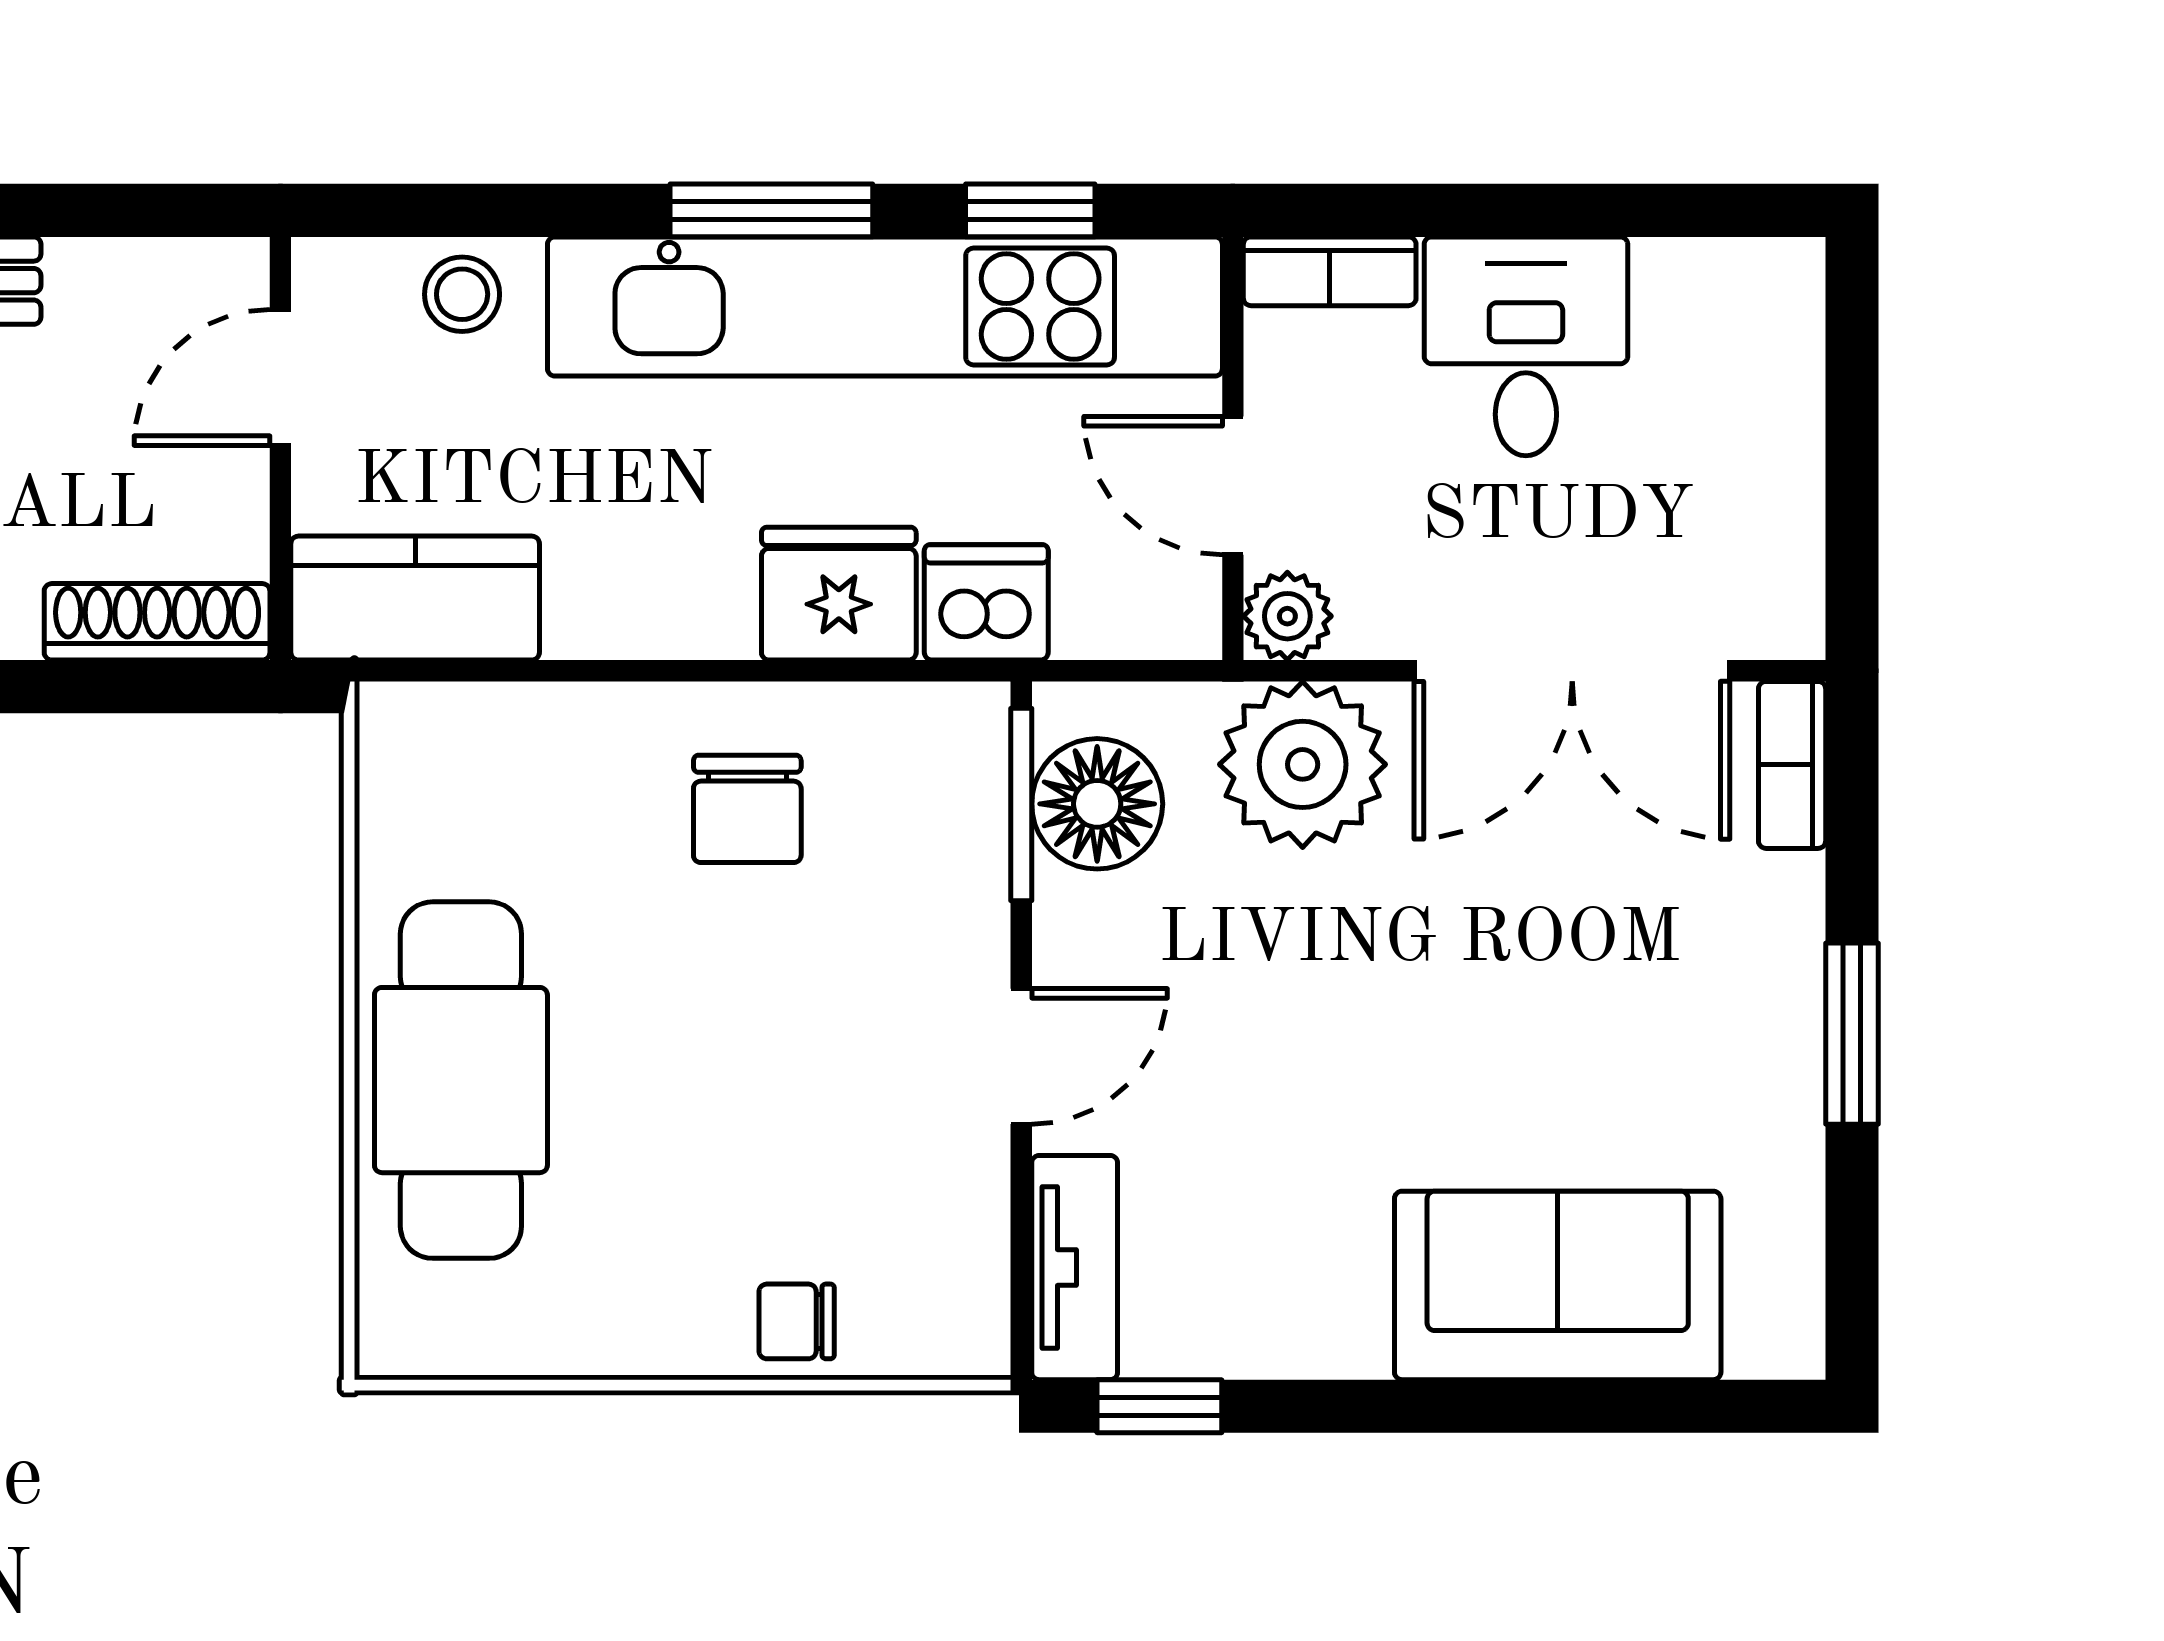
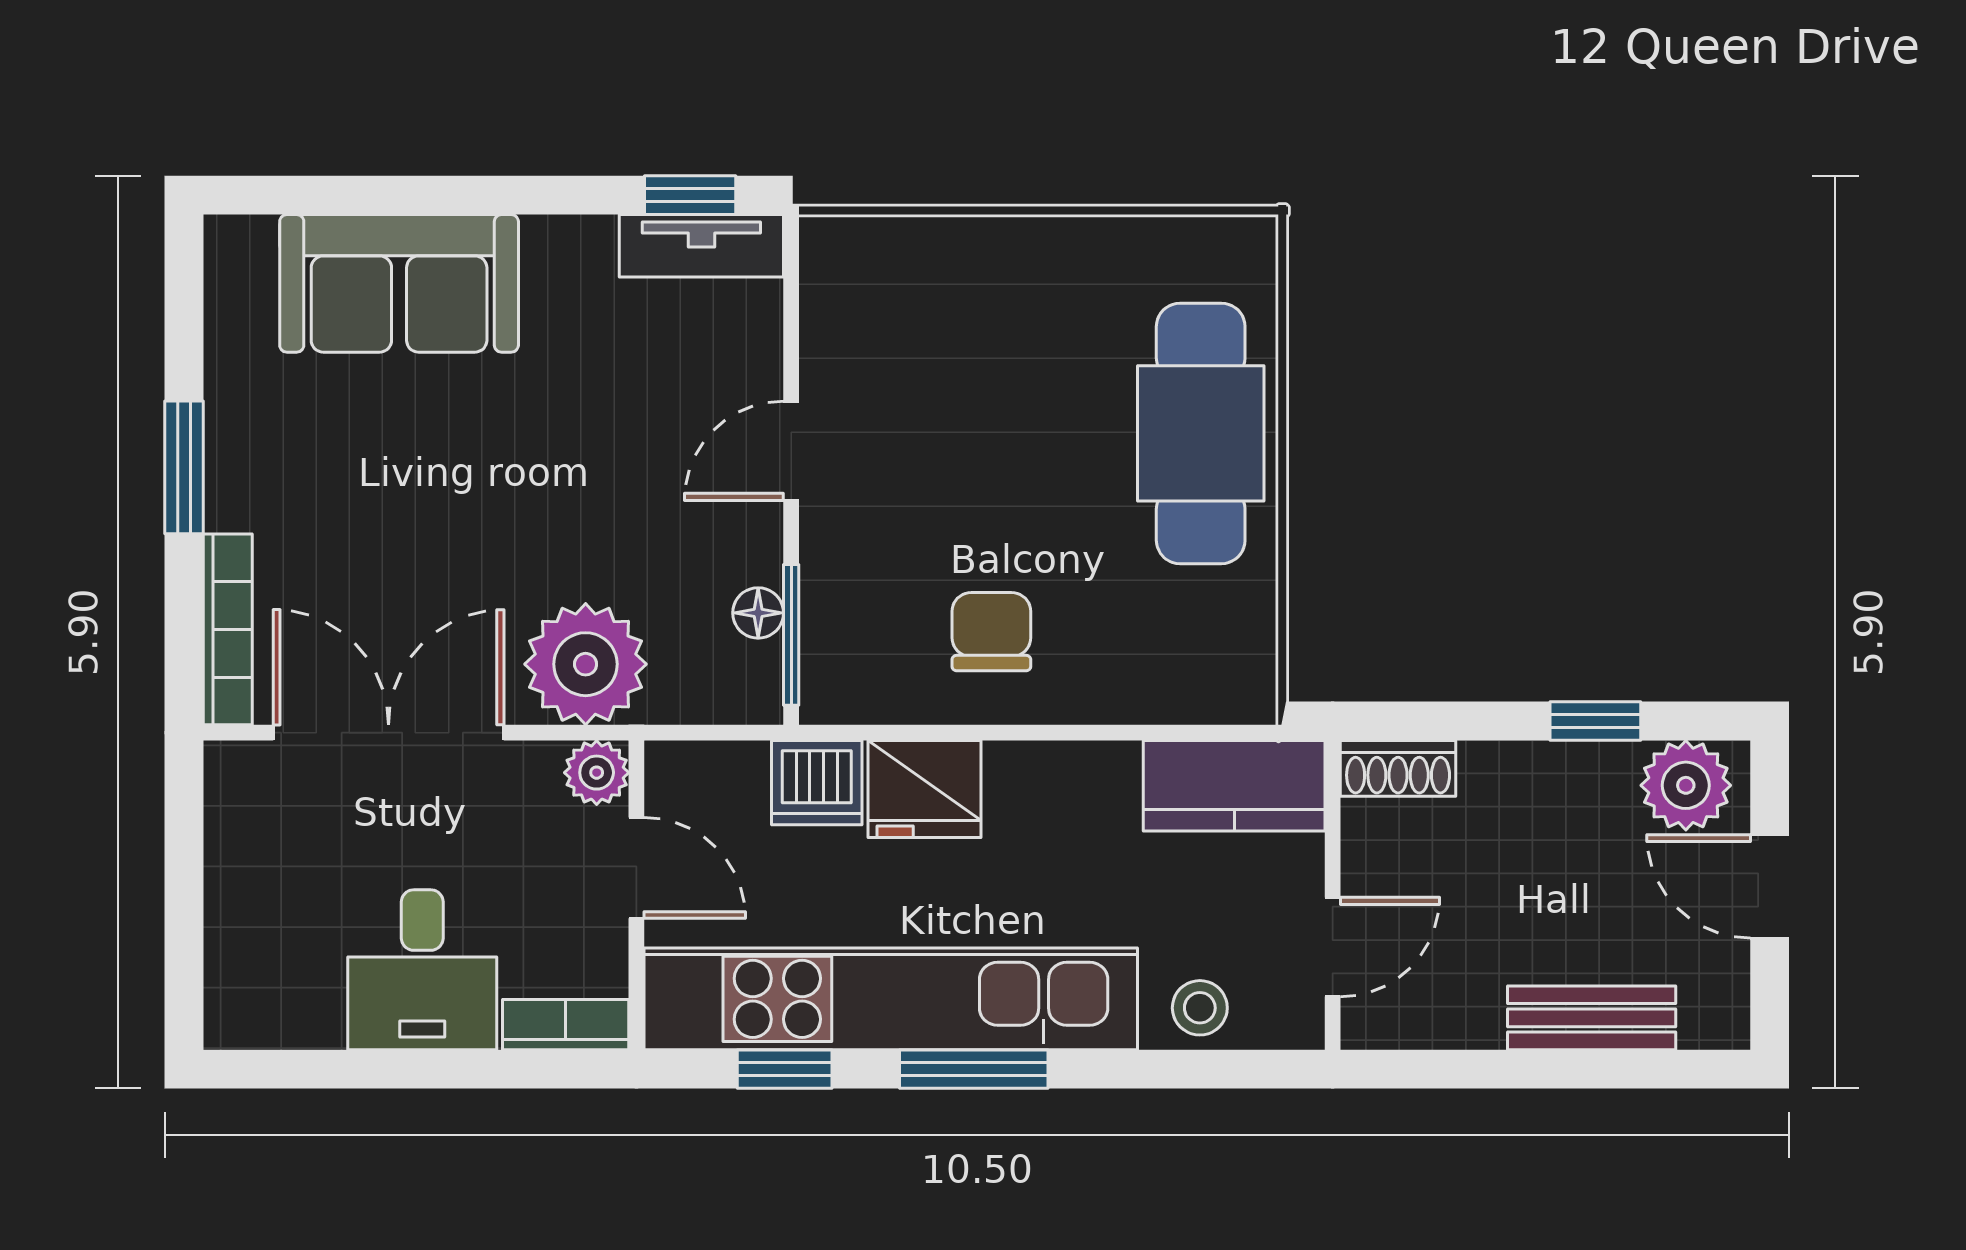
shoe rack: (157, 622) -> (1398, 768), width x0.70
bookcase: (1792, 765) -> (228, 629), width x1.56
floor lamp: (1097, 804) -> (758, 613), width x0.53, depth x0.53
tv unit: (1075, 1268) -> (701, 246), moved, turned -90
chair: (797, 1321) -> (955, 257), removed

